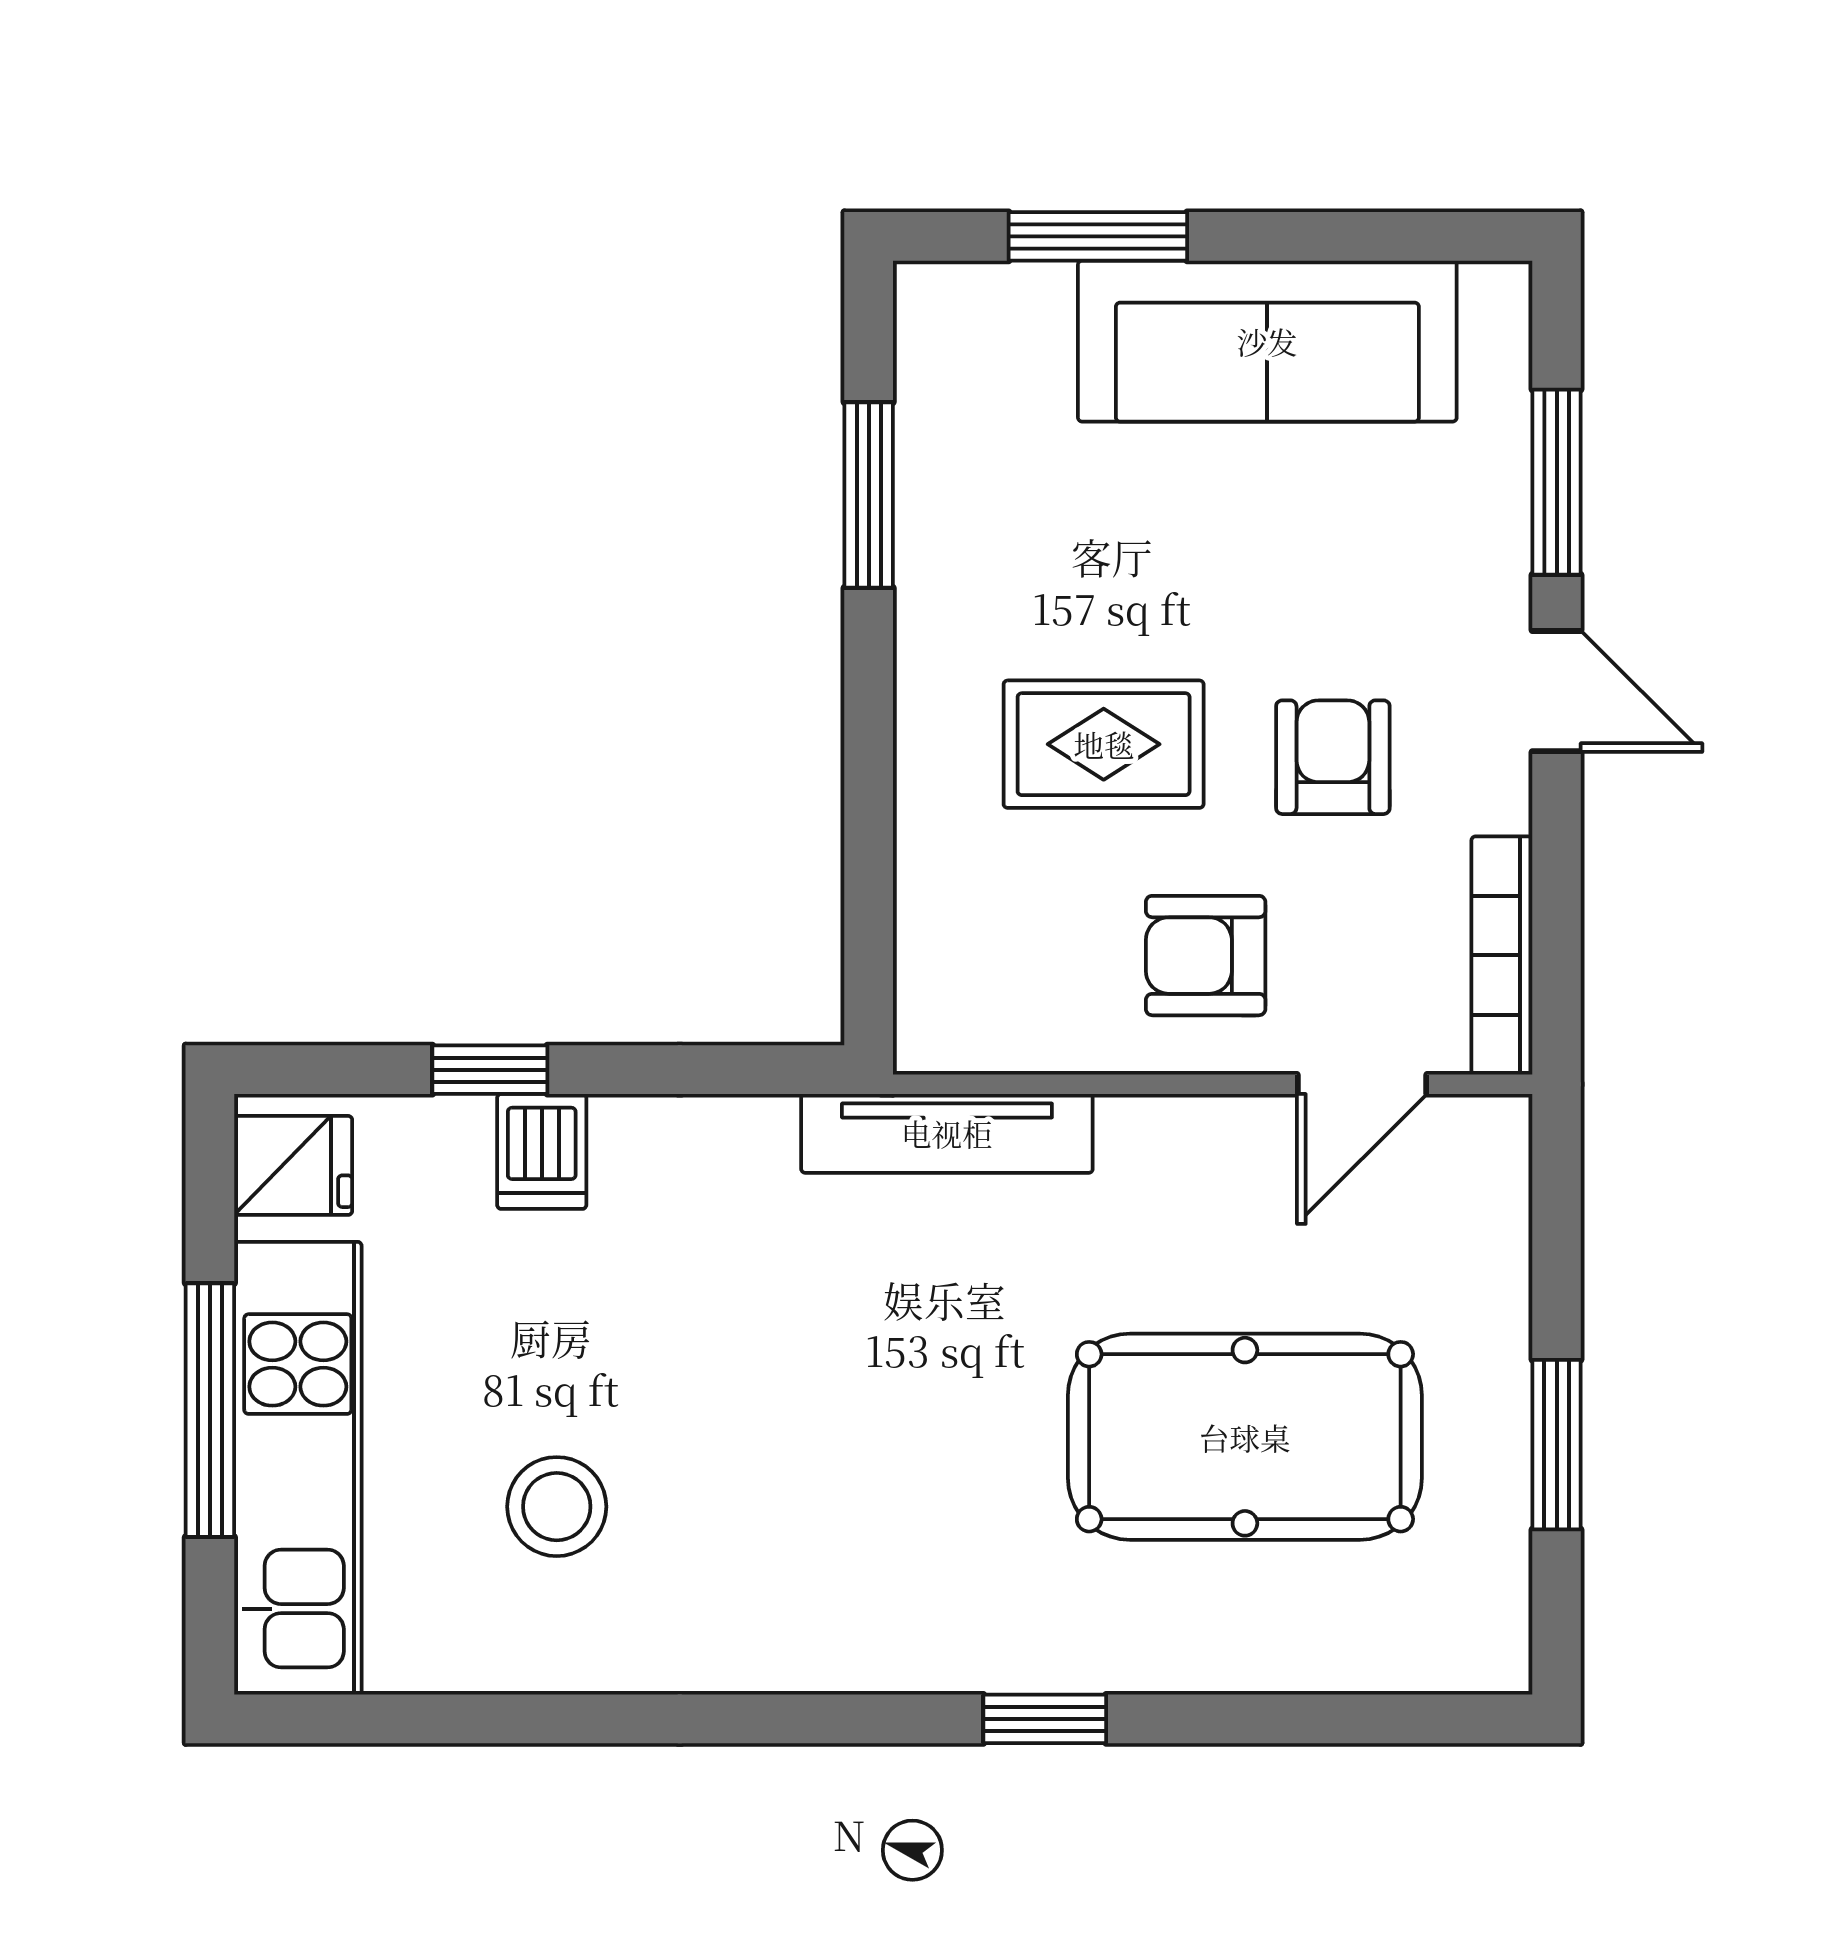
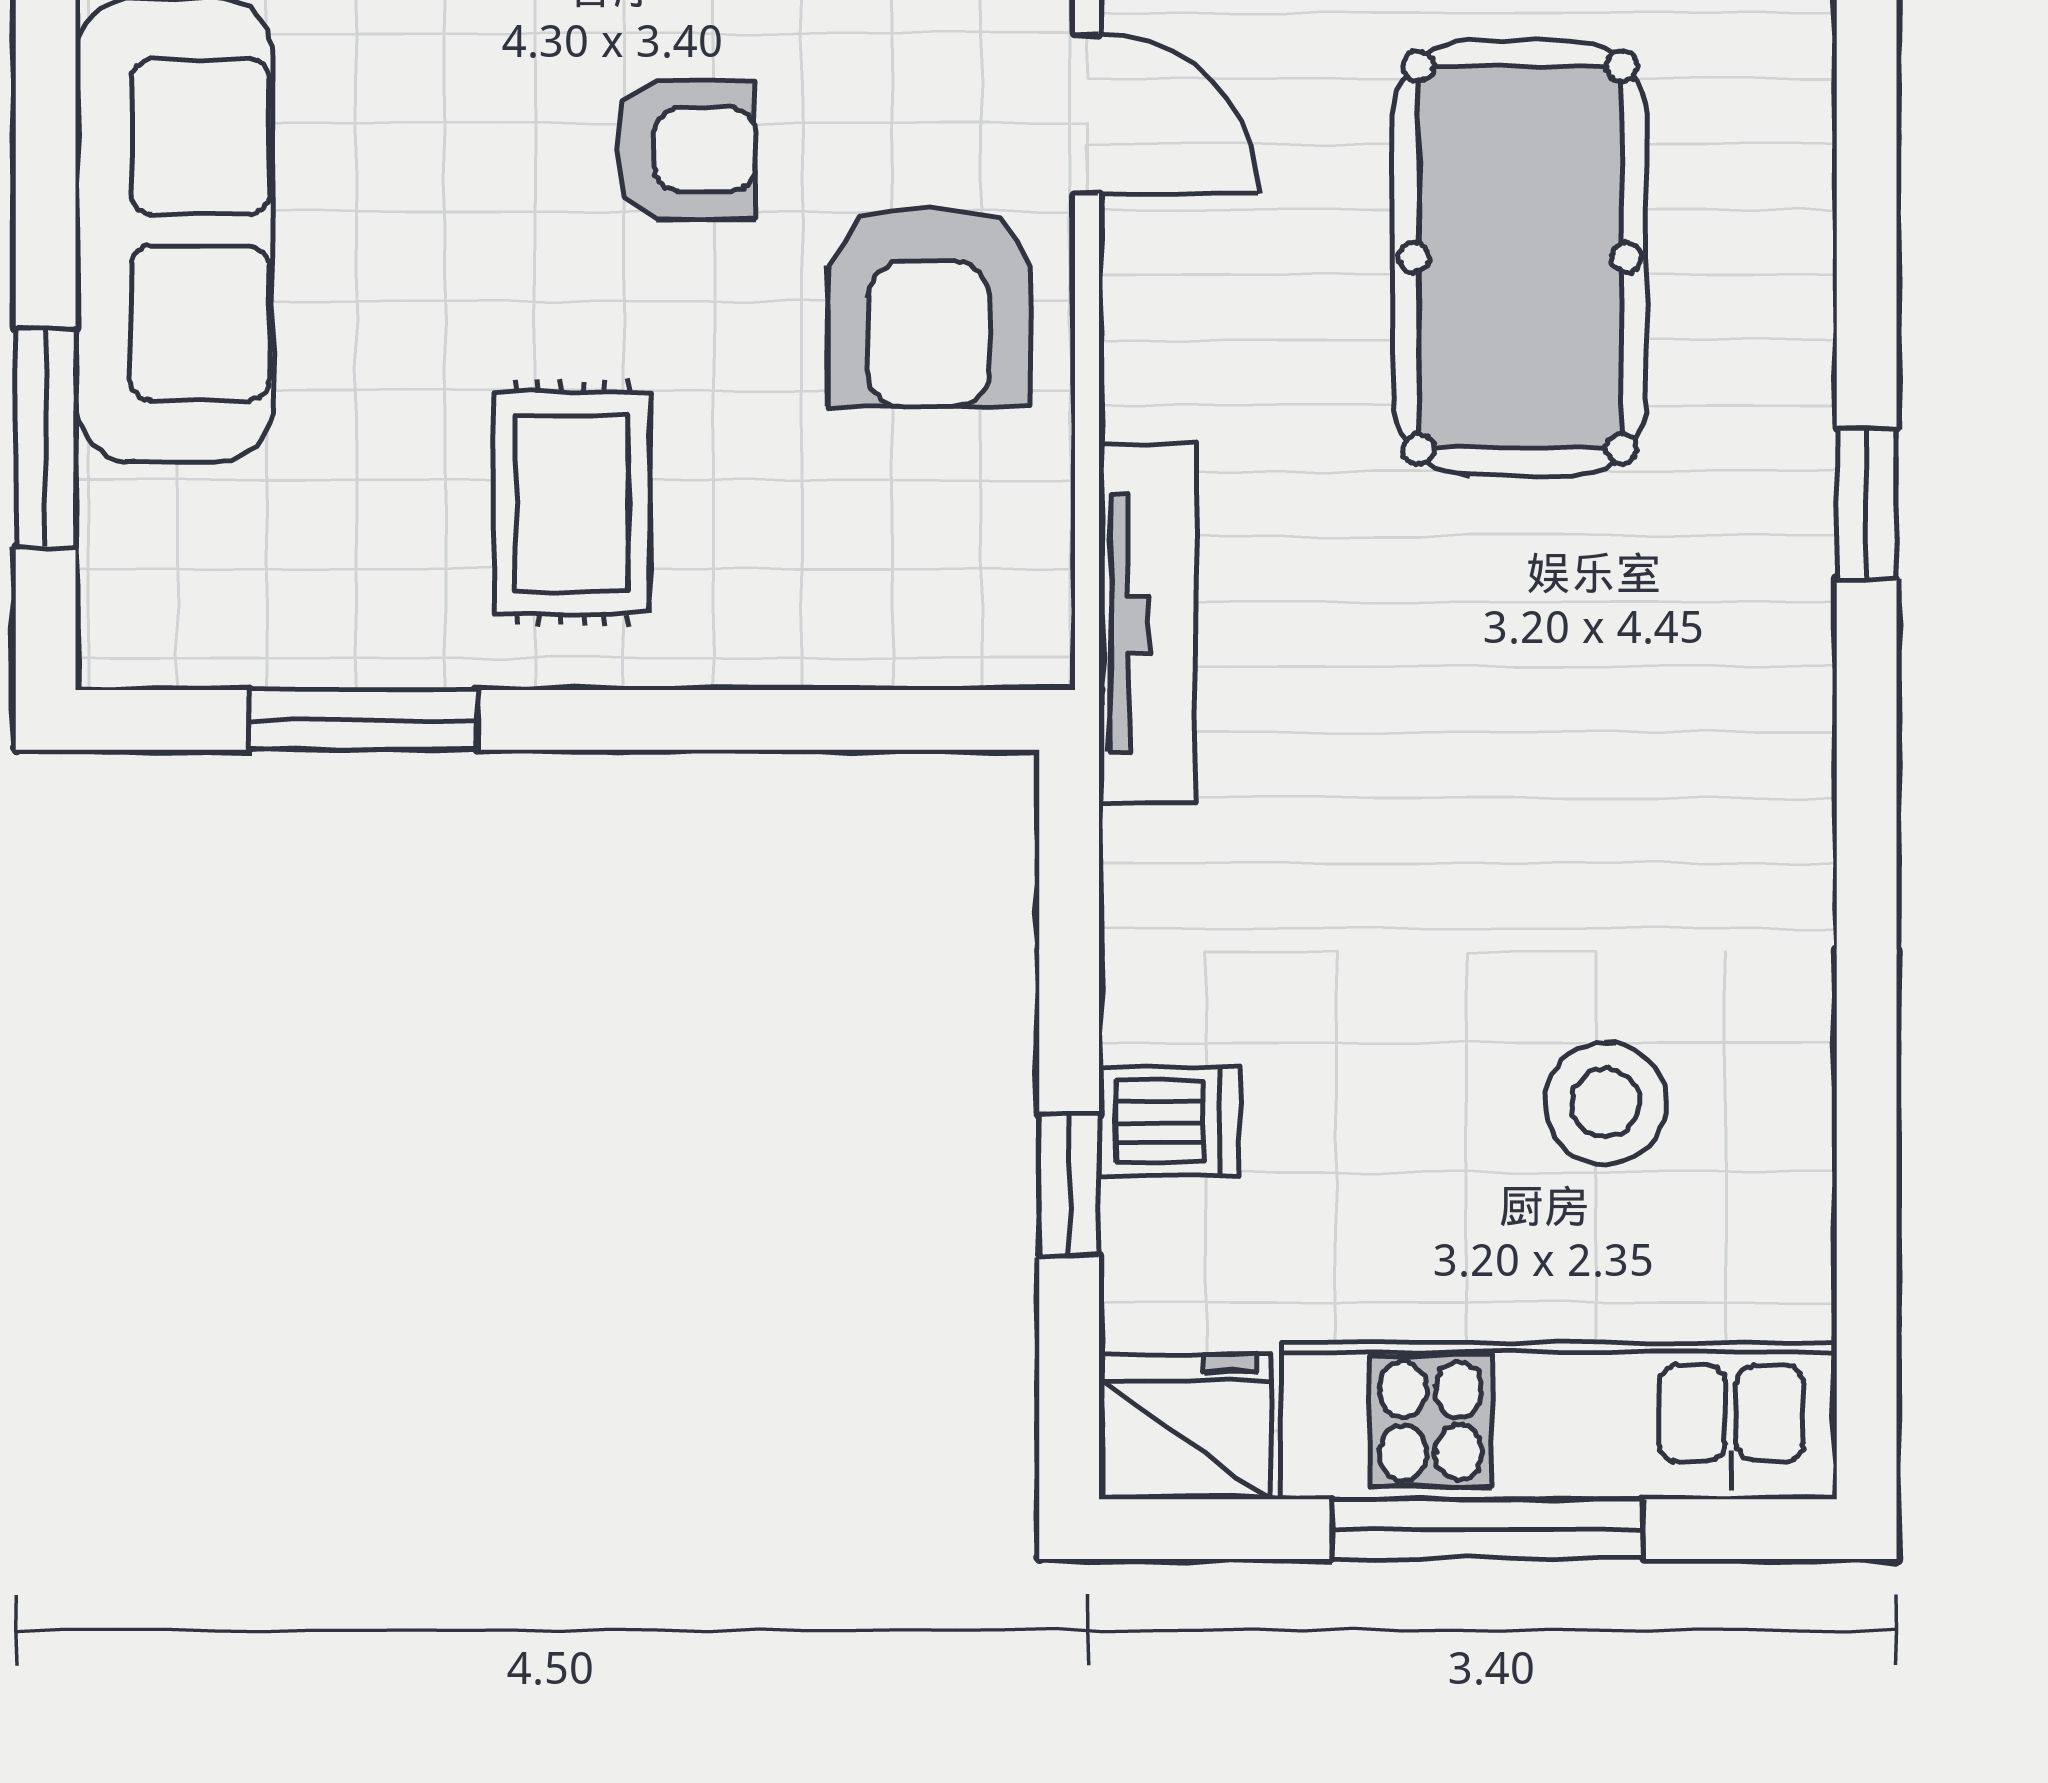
rug: (1104, 744) -> (572, 503), moved
armchair: (1333, 757) -> (685, 150), turned 180
armchair: (1206, 956) -> (929, 306), width x1.38, depth x1.38
fridge: (293, 1165) -> (1187, 1427), width x1.38

